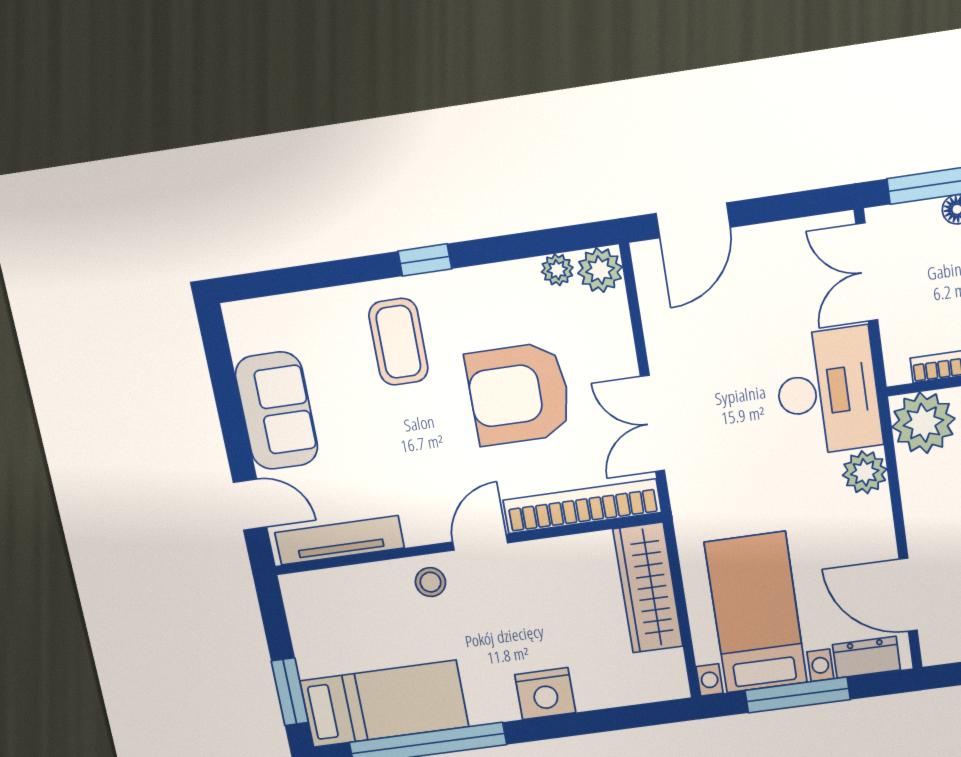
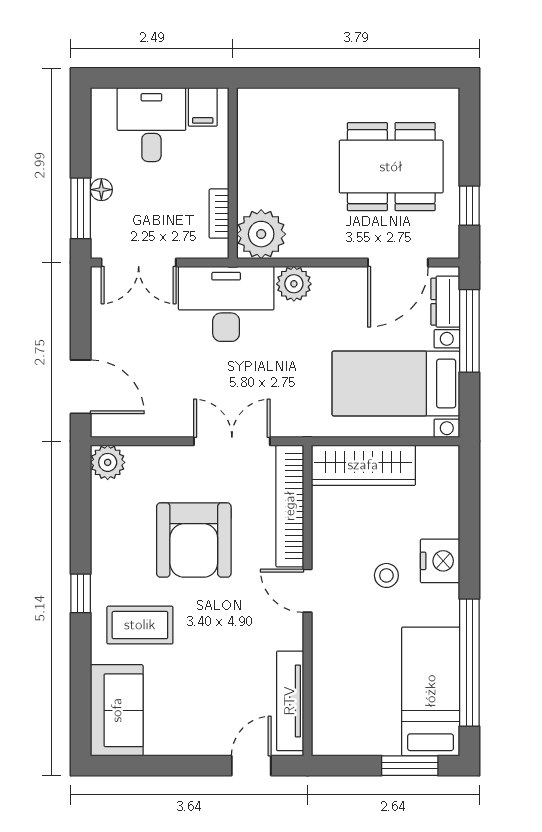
plant: (557, 270) -> (103, 495), removed
sofa: (277, 411) -> (117, 710), moved, turned 90
double door: (653, 424) -> (232, 441), swing flipped
stool: (430, 582) -> (386, 575), moved
window: (798, 695) -> (469, 331), moved

